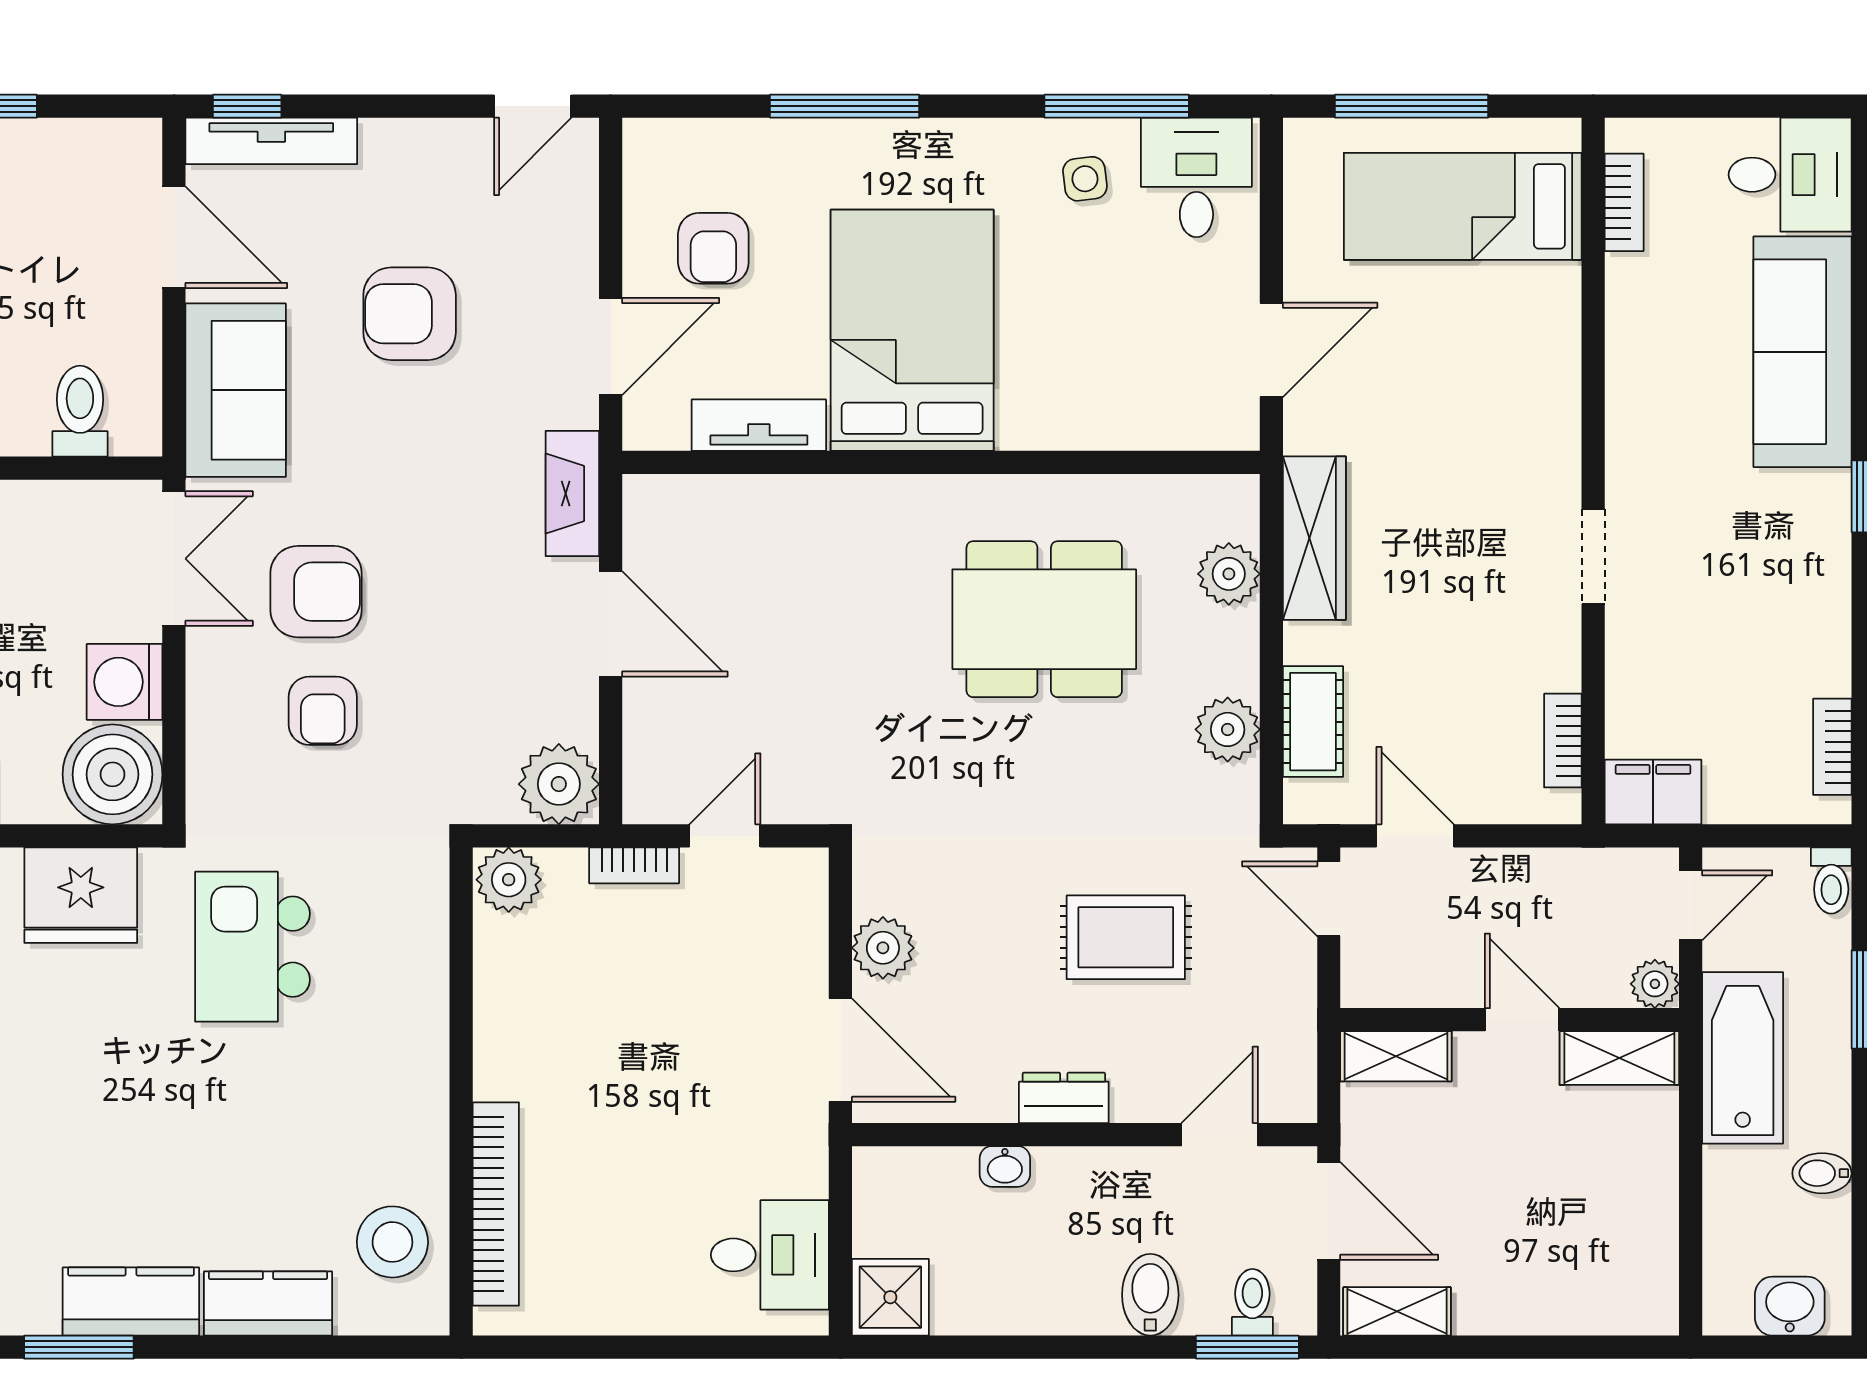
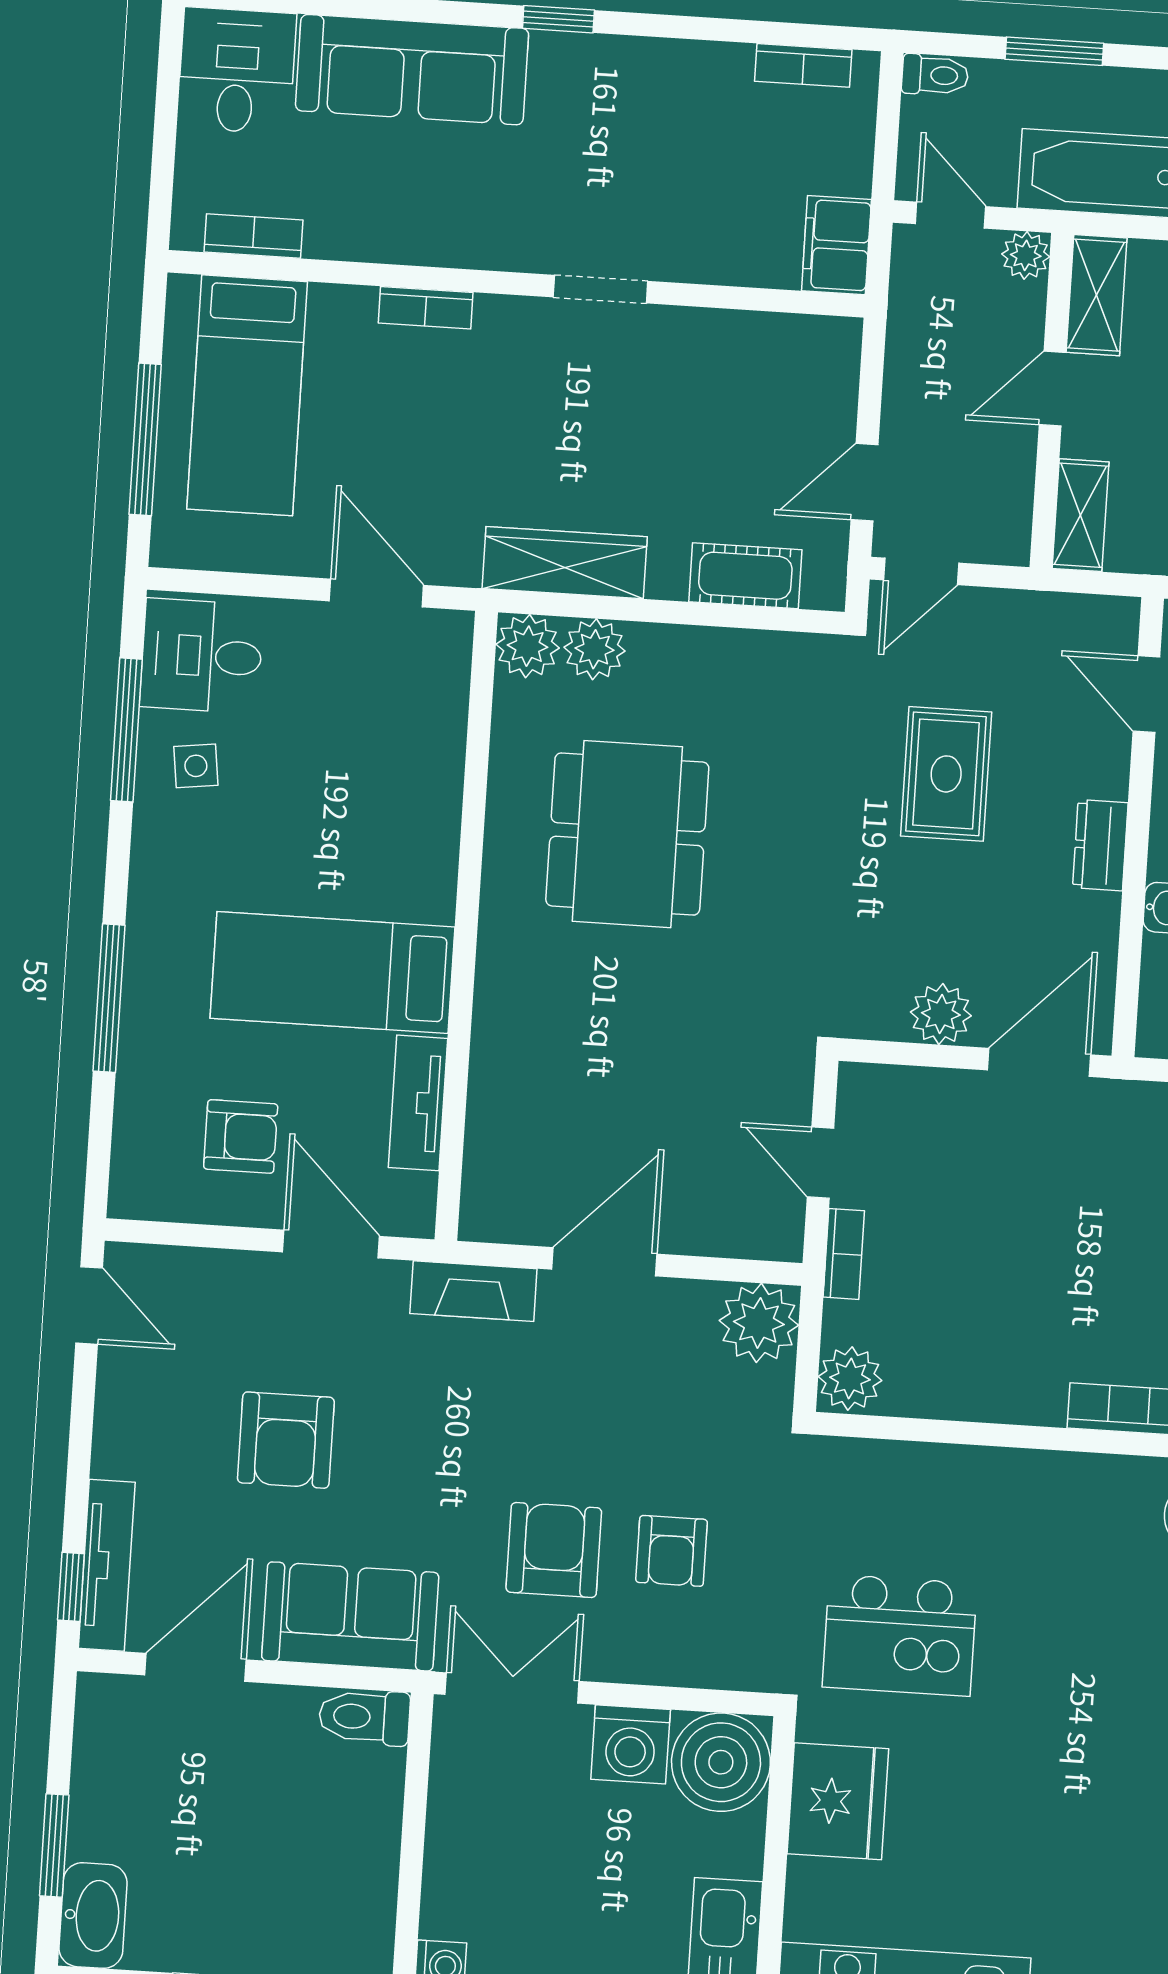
bed: (912, 330) -> (332, 973), width x0.67
toilet: (80, 411) -> (364, 1717), moved
armchair: (323, 711) -> (672, 1551), turned 90
plant: (1228, 729) -> (528, 646), moved
bookcase: (1563, 741) -> (426, 308), moved

